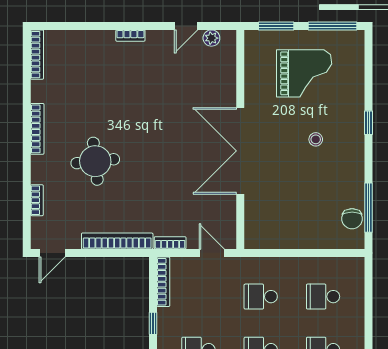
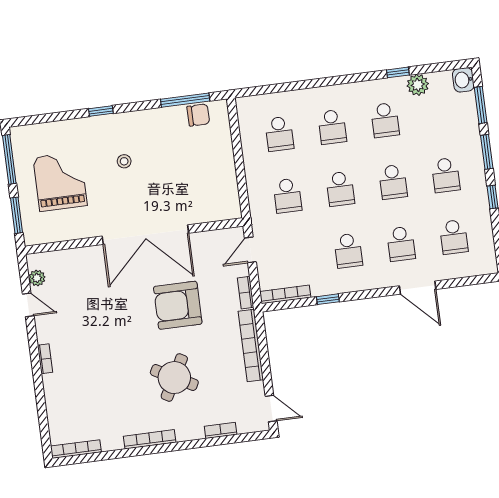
round table: (95, 161) -> (174, 378), turned 34
armchair: (166, 174) -> (178, 305), added

